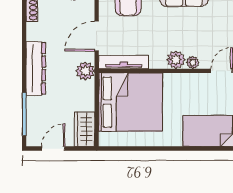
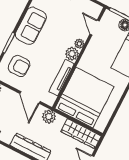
tv unit: (124, 62) -> (62, 78), moved
wardrobe: (85, 129) -> (81, 134), width x1.50

